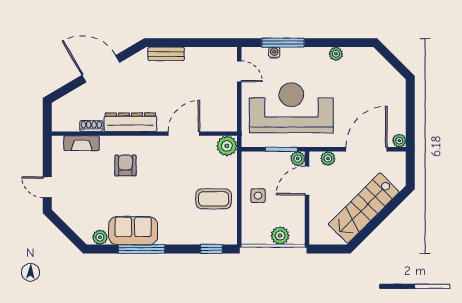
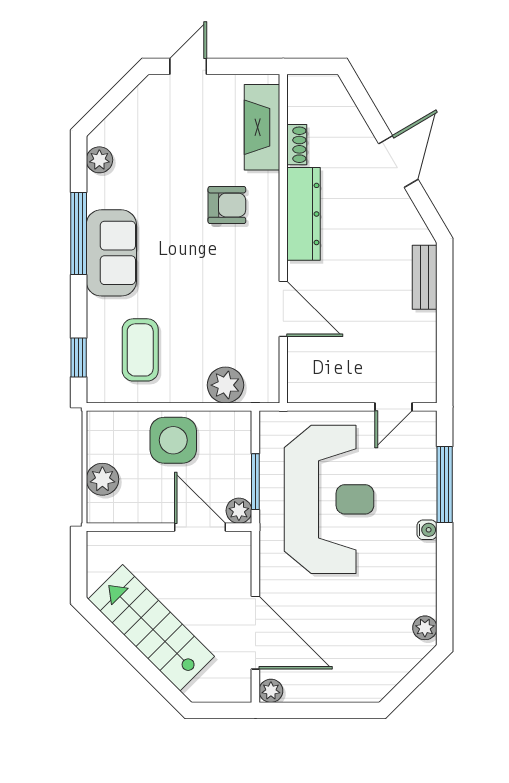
water cooler: (274, 53) -> (427, 530), moved
plant: (336, 54) -> (425, 628), moved
door: (101, 69) -> (398, 162), width x0.73
fireplace: (82, 143) -> (262, 127), width x1.37, depth x1.32
plant: (227, 146) -> (225, 385), moved
plant: (328, 159) -> (239, 564), removed
side table: (258, 196) -> (173, 440), width x1.87, depth x1.87
coffee table: (214, 199) -> (140, 350), moved
sofa: (133, 231) -> (111, 253), moved

